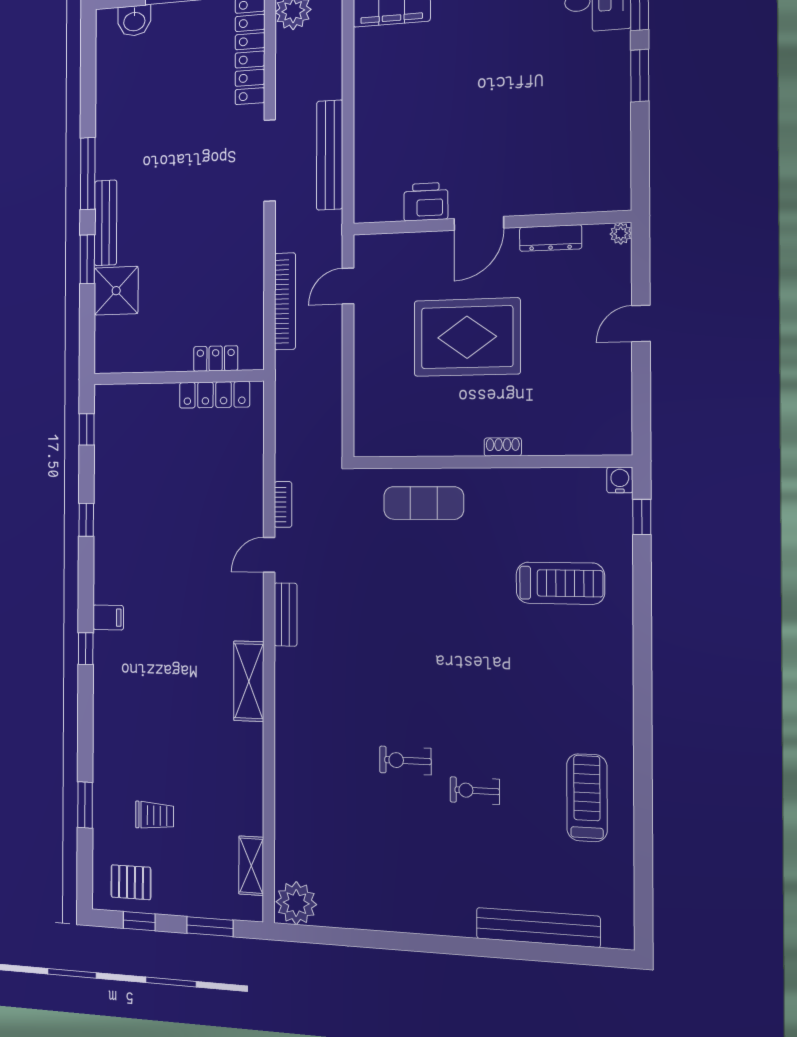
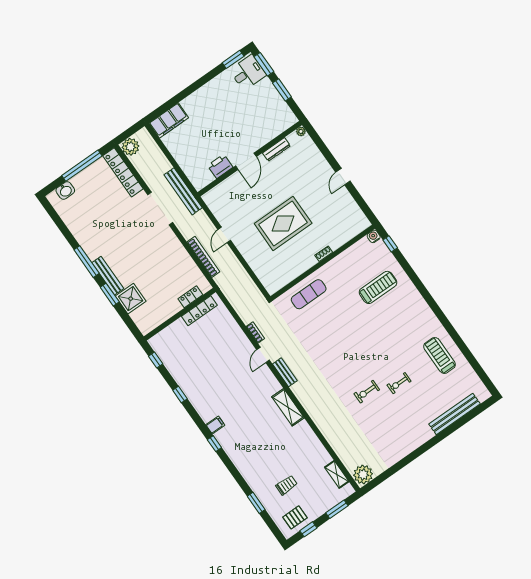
printer: (426, 202) -> (220, 166), moved
door: (479, 223) -> (246, 161), moved
wall: (489, 223) -> (250, 159), moved
plant: (621, 234) -> (301, 131), moved
dresser: (551, 238) -> (276, 149), moved

